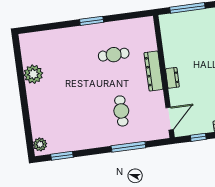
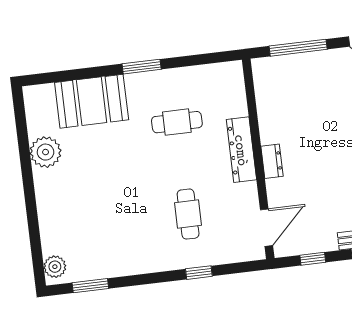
booth: (61, 43) -> (92, 101), added
window: (128, 147) -> (199, 273), width x0.46

